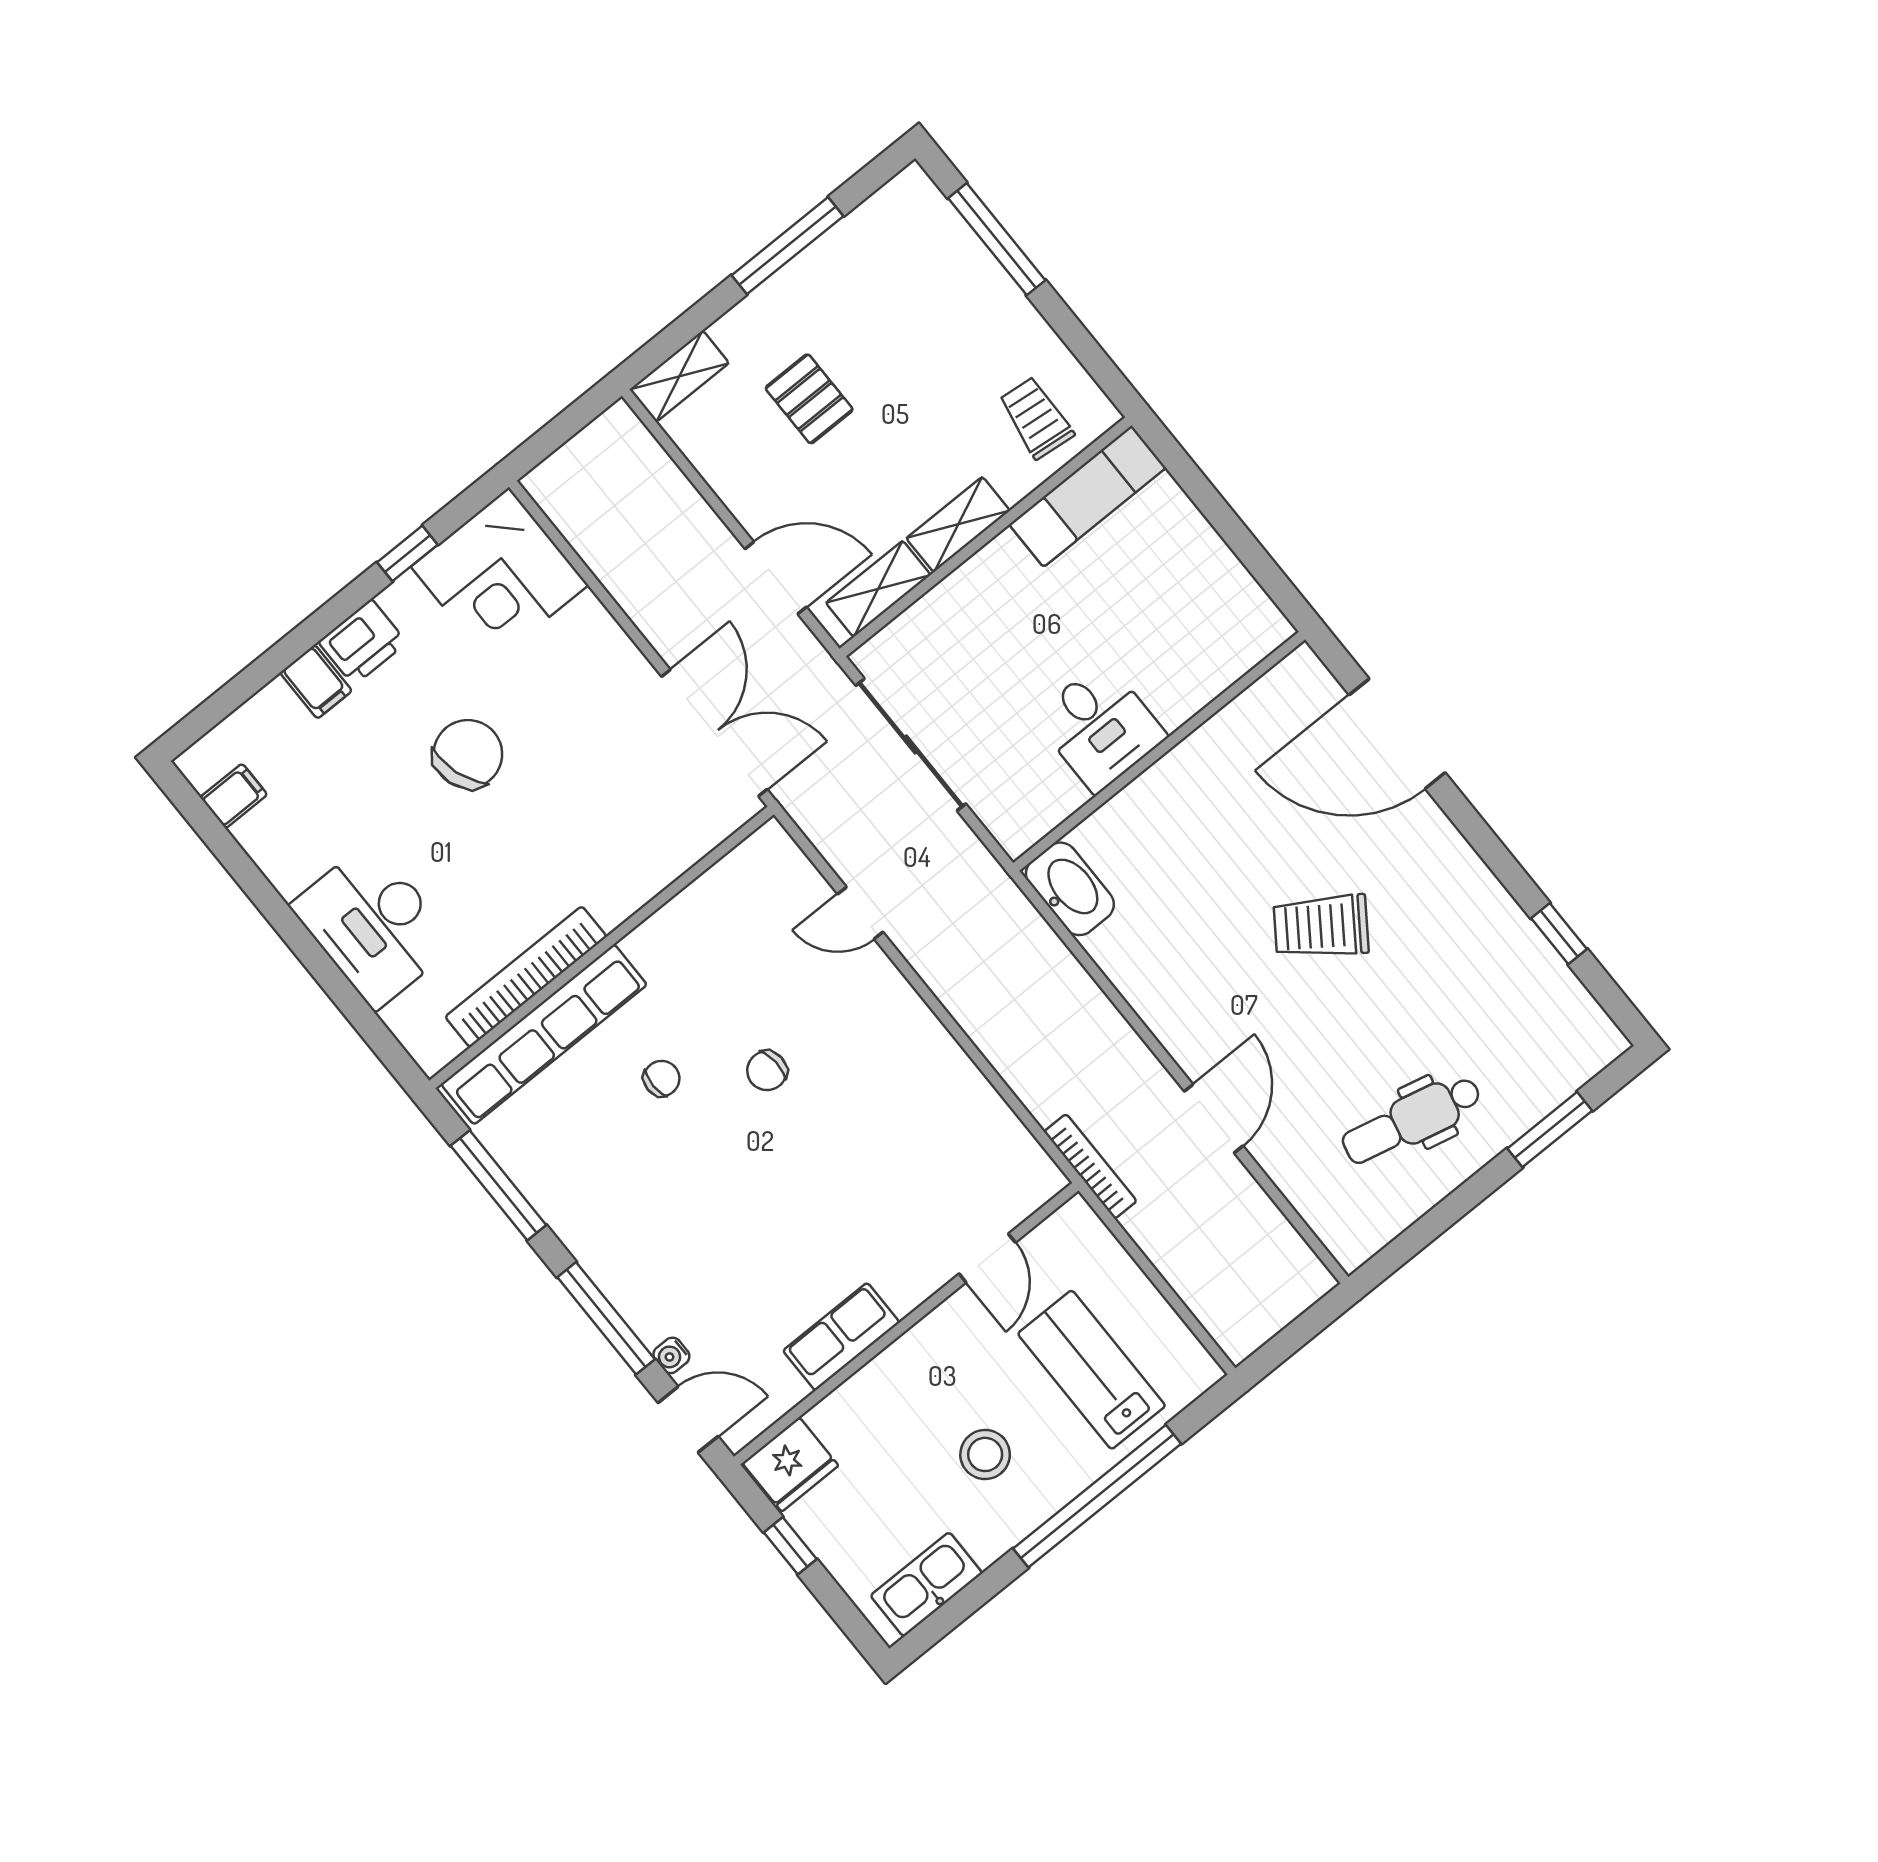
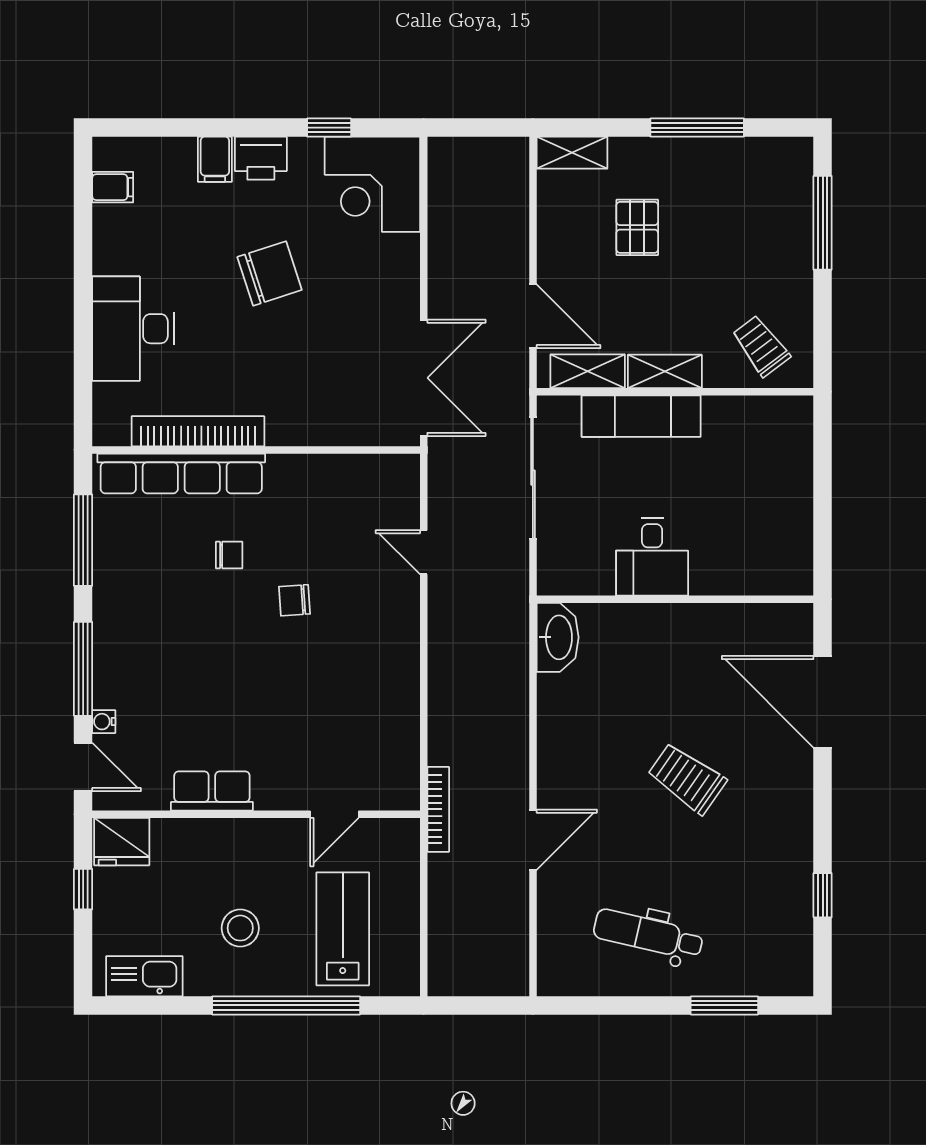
trolley: (1036, 418) -> (761, 346), turned -43
exam couch: (1088, 496) -> (641, 416), moved

